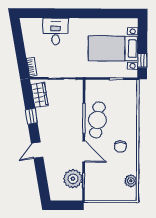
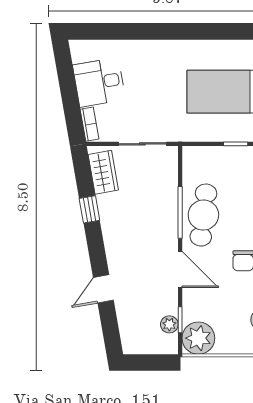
desk: (56, 31) -> (99, 82), moved, turned -100
door: (37, 150) -> (103, 289), moved
plant: (73, 179) -> (169, 324), width x0.53, depth x0.53
plant: (94, 191) -> (198, 338), added

